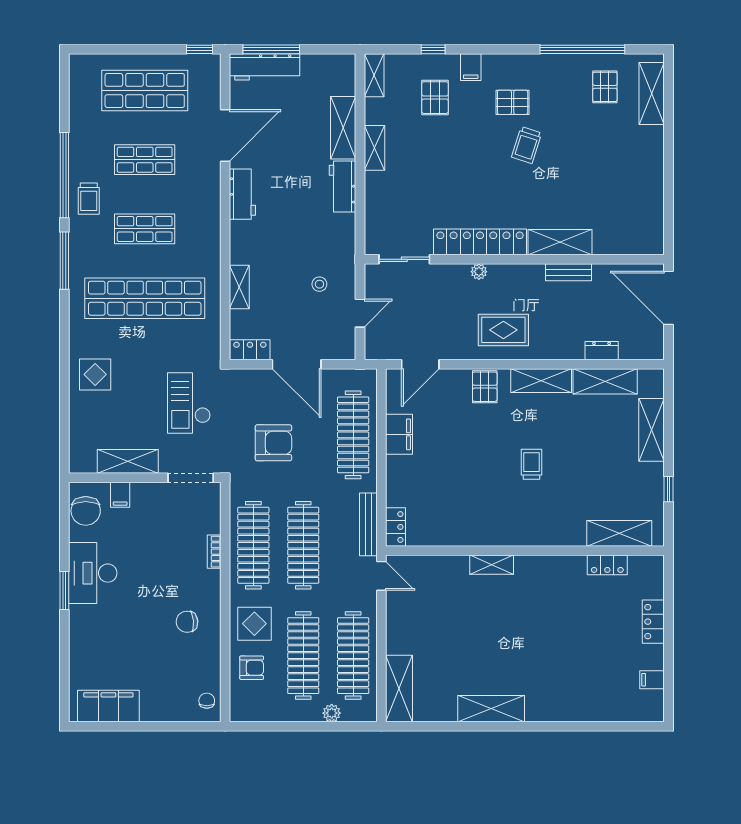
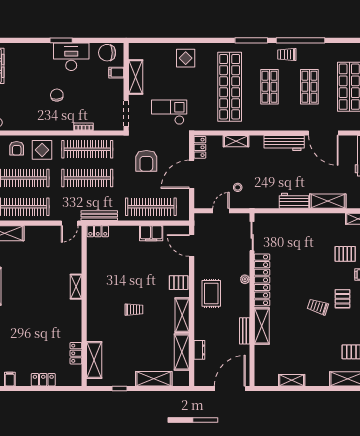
shelving: (374, 148) -> (292, 380), moved
workbench: (242, 194) -> (284, 143), width x1.38
door: (360, 313) -> (221, 211), swing flipped
chair: (187, 622) -> (57, 95), moved

